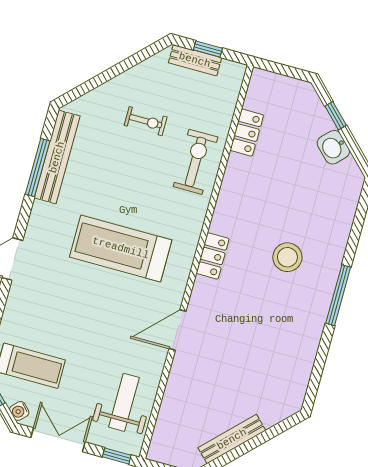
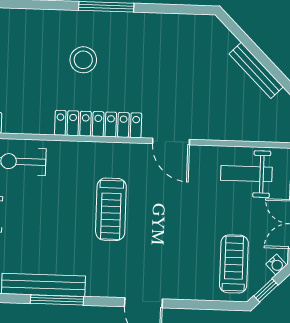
treadmill: (121, 248) -> (111, 209), width x0.73, depth x0.73
locker: (213, 256) -> (98, 124), width x2.16, depth x1.21

